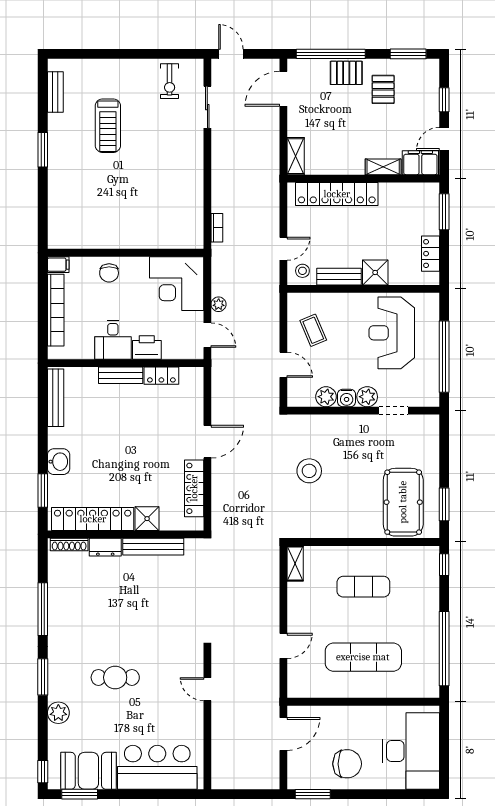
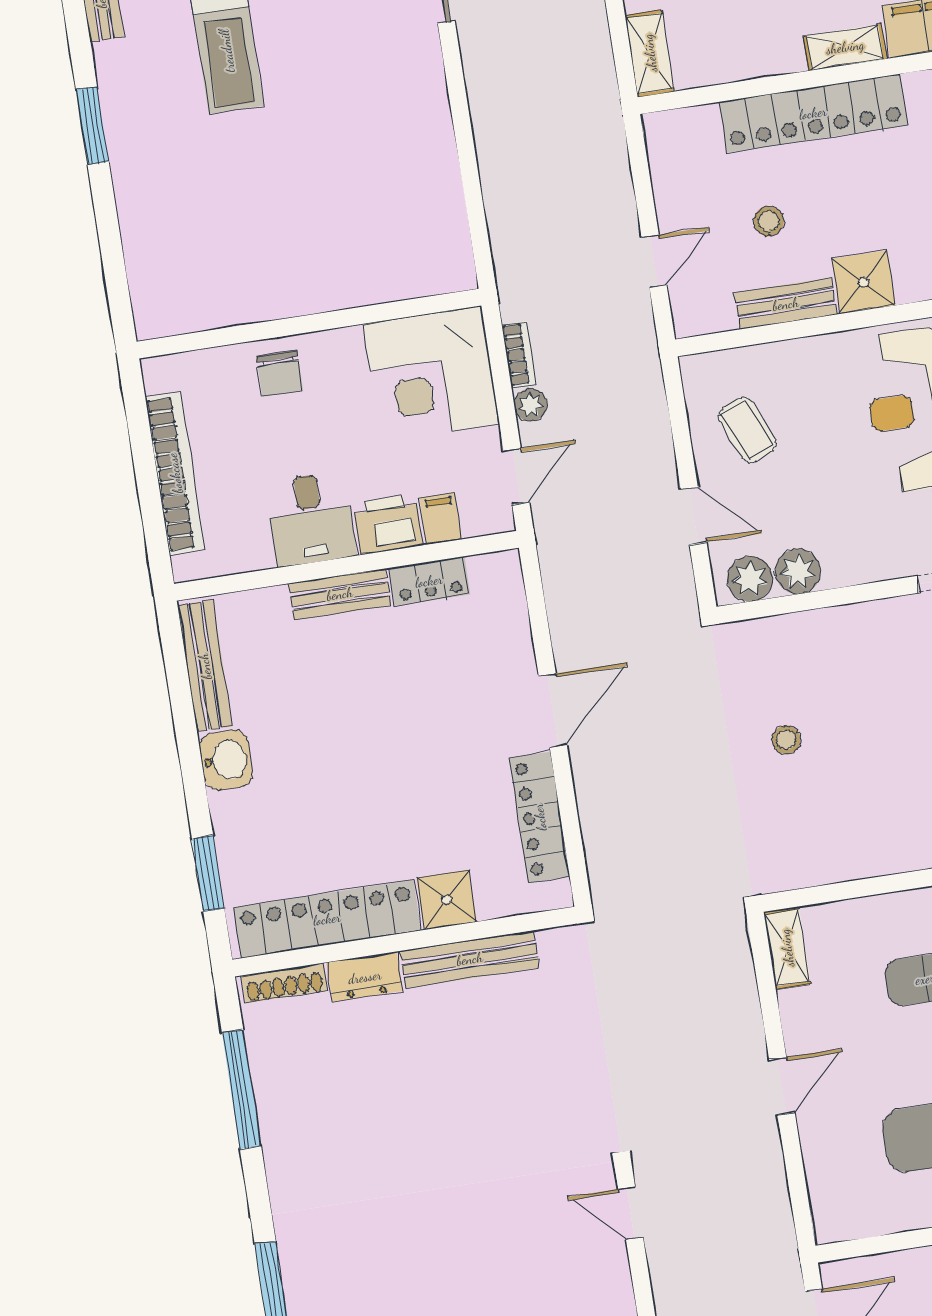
locker: (337, 194) -> (813, 113), moved
bookcase: (217, 228) -> (519, 354), moved
filing cabinet: (58, 265) -> (441, 519), moved, turned -90
stool: (302, 271) -> (769, 221), moved
door: (207, 335) -> (517, 476), hinge flipped
plant: (367, 397) -> (750, 579), moved
water cooler: (347, 398) -> (843, 567), removed
washbasin: (59, 462) -> (226, 760), moved
stool: (309, 471) -> (786, 740), width x0.53, depth x0.53
window: (43, 609) -> (241, 1089), moved
door: (283, 646) -> (782, 1086), moved
cafe table: (115, 677) -> (431, 1259), removed
door: (207, 689) -> (631, 1213), moved

